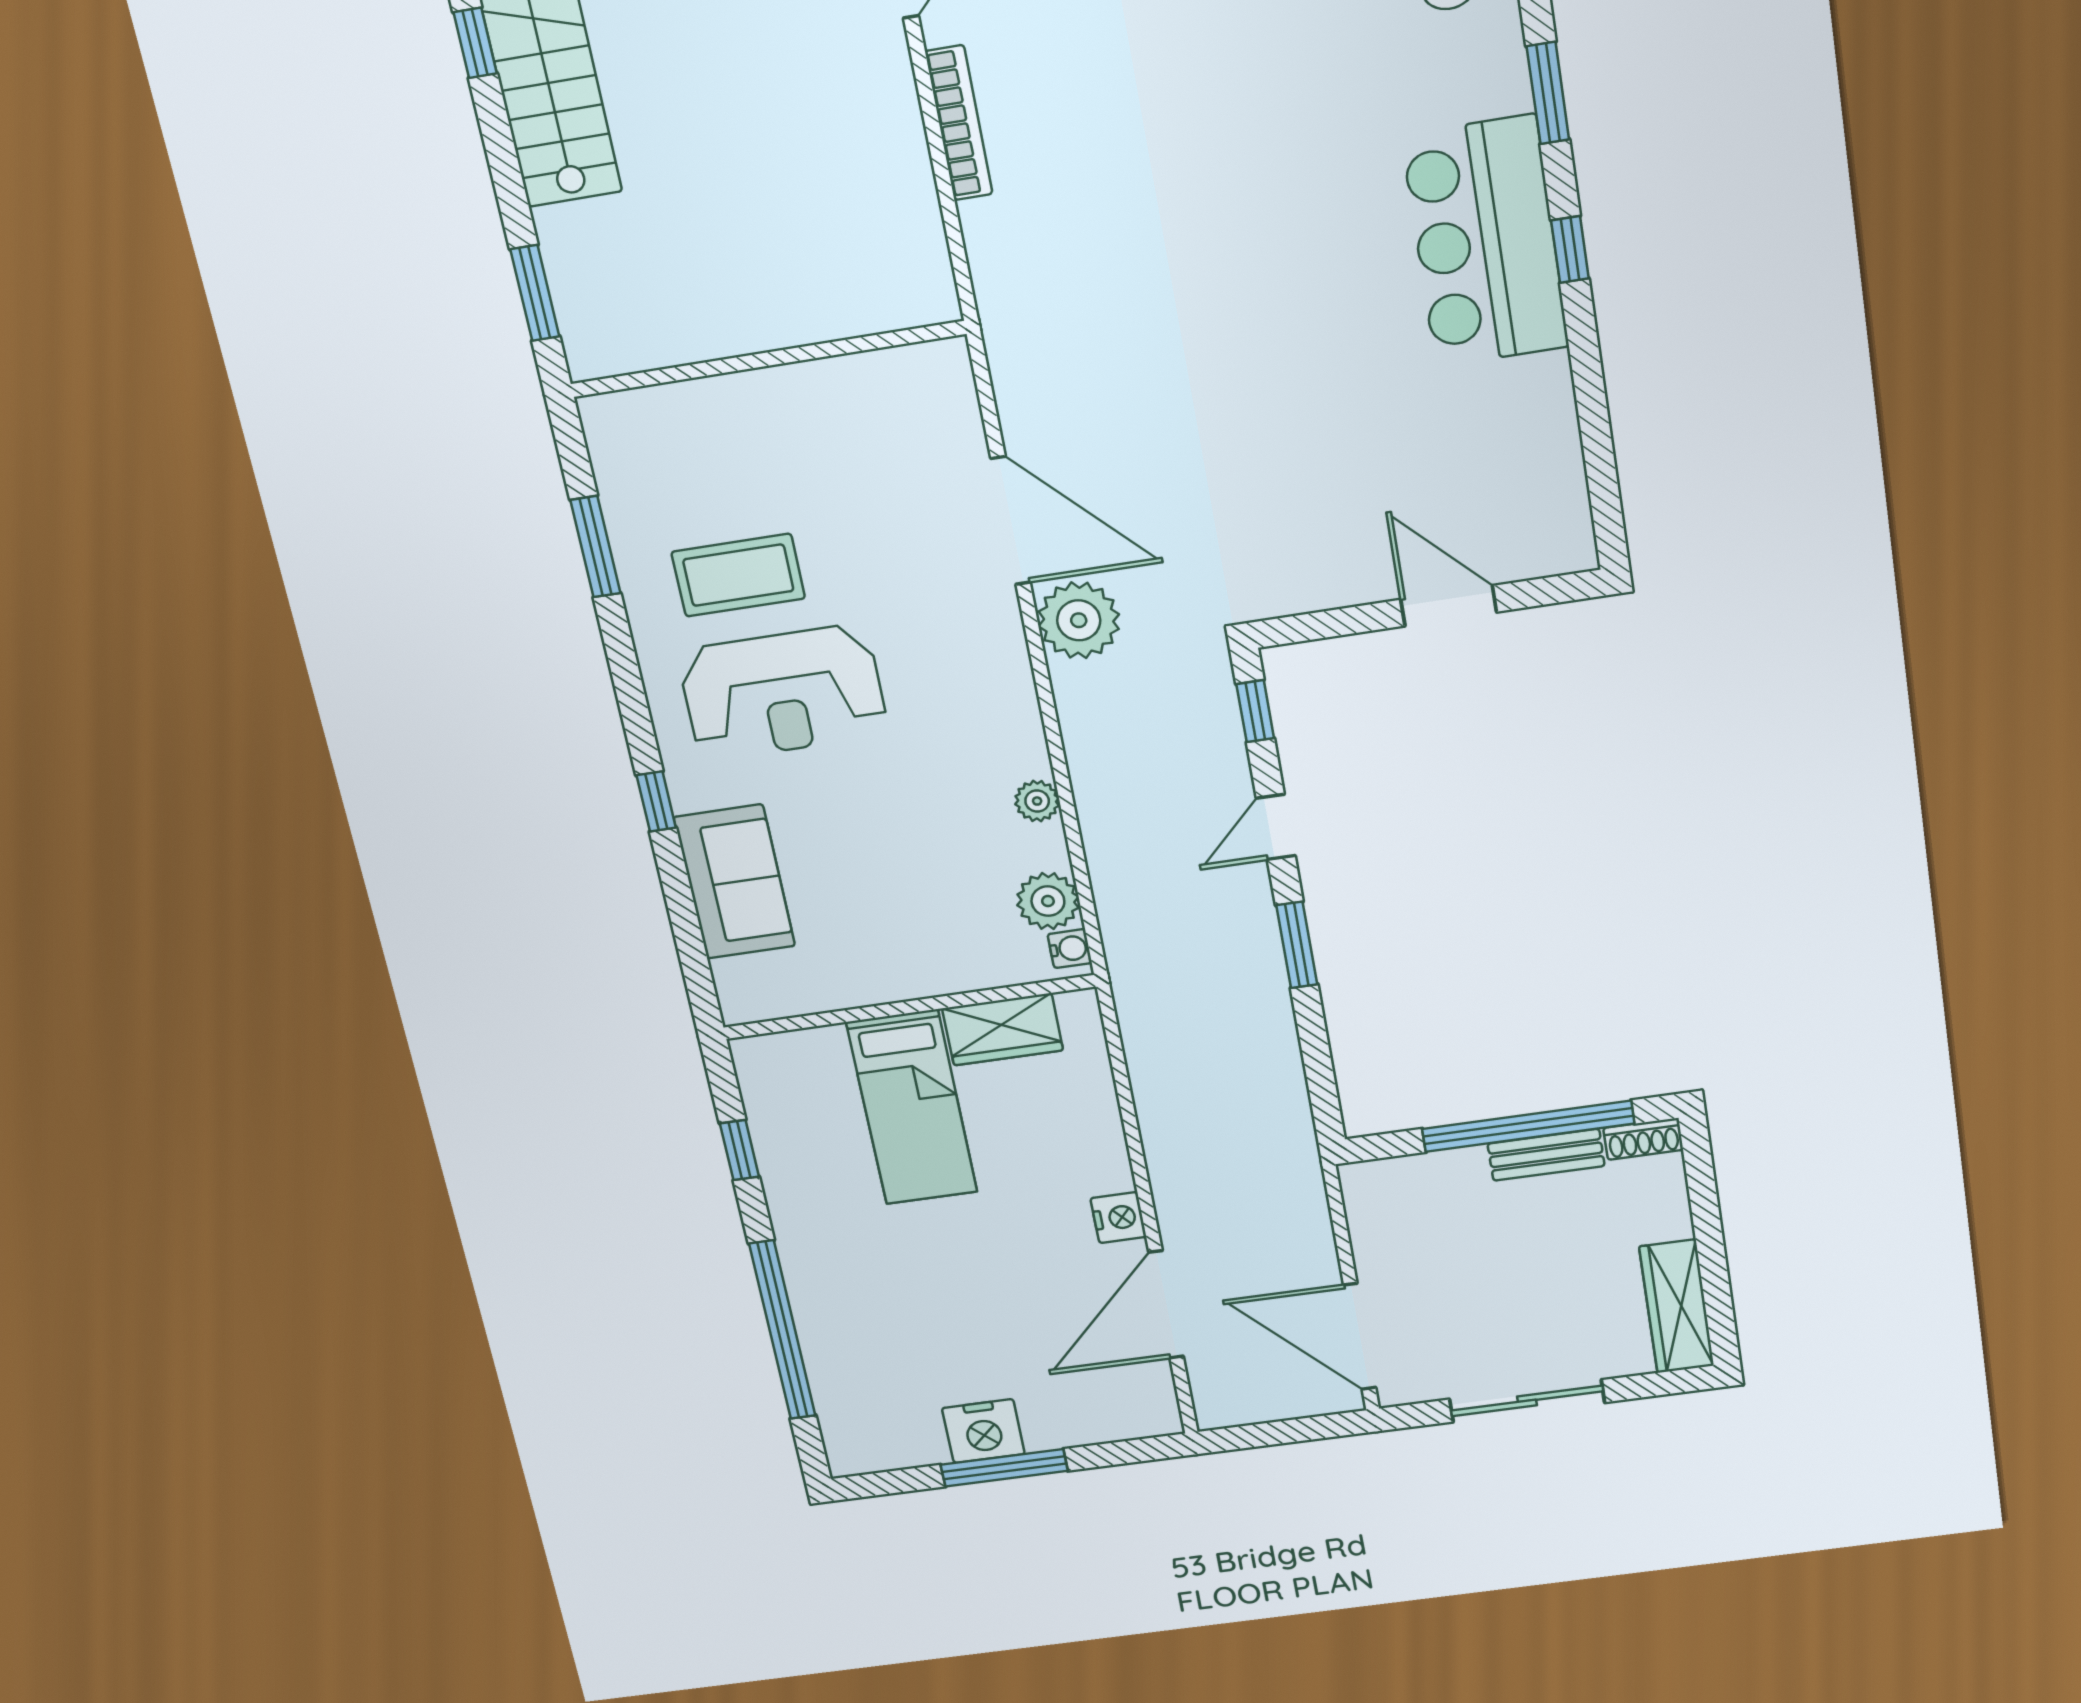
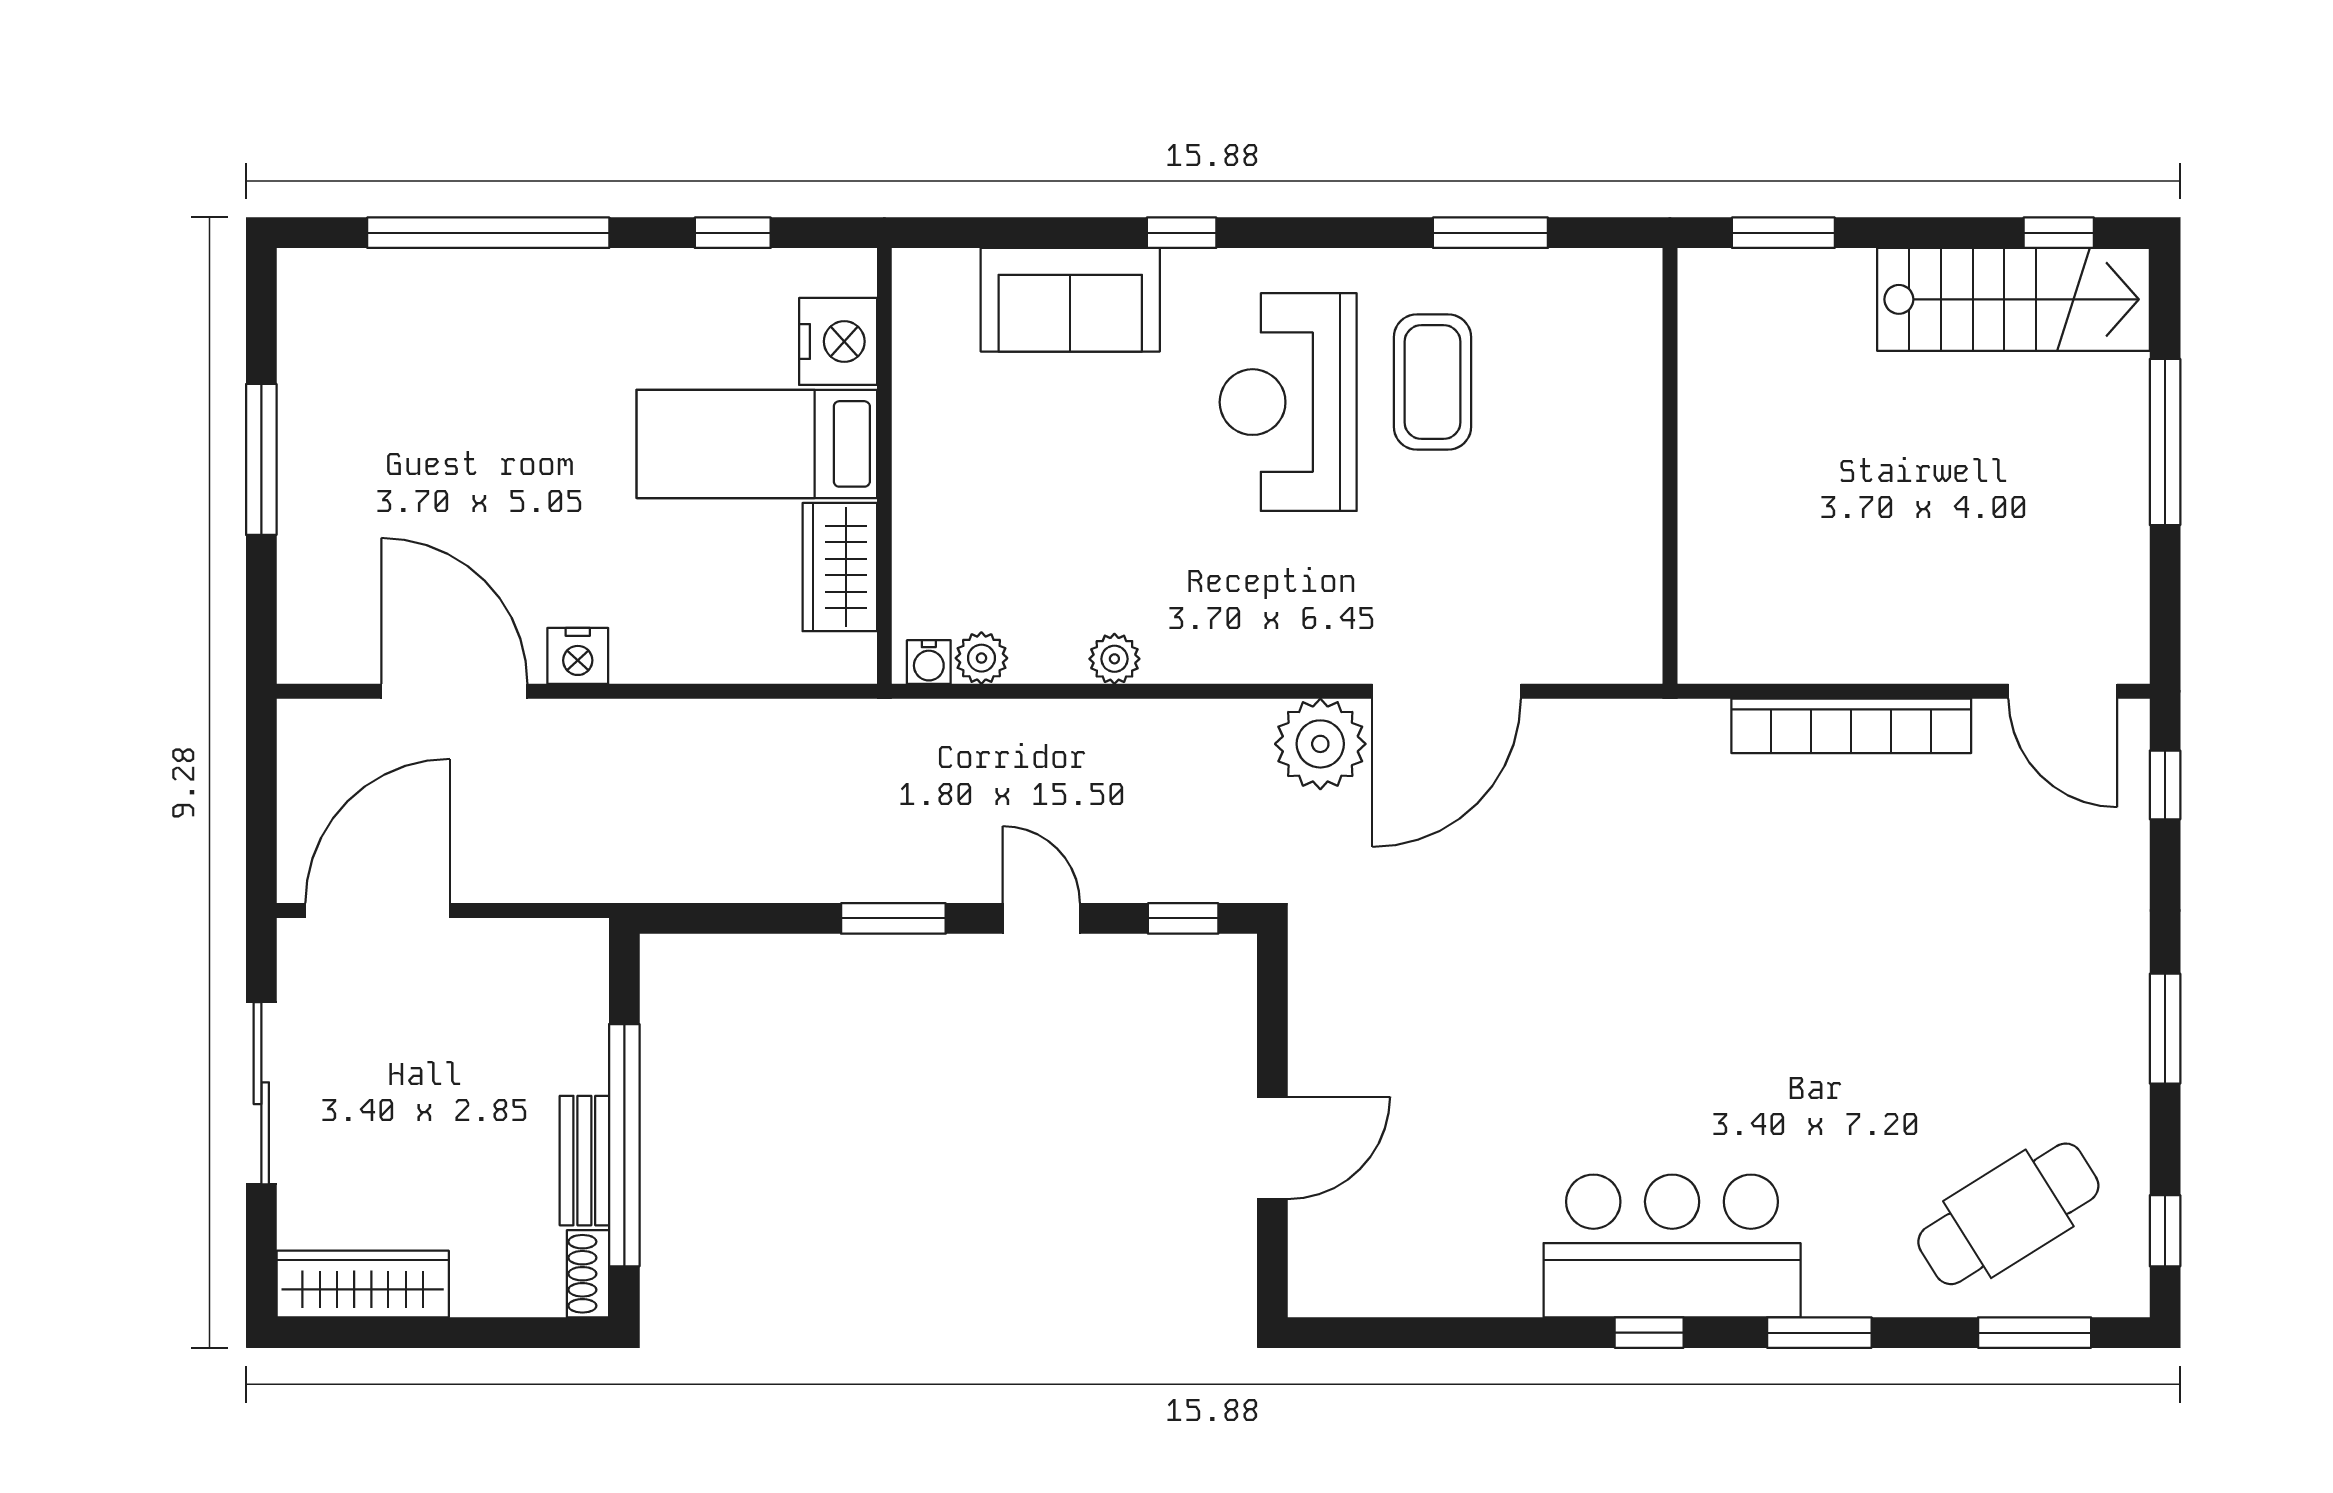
bookcase: (959, 123) -> (1851, 726), width x1.48, depth x1.31
plant: (1048, 901) -> (981, 658), width x0.73, depth x0.73
nightstand: (983, 1431) -> (838, 341), moved, turned 180

